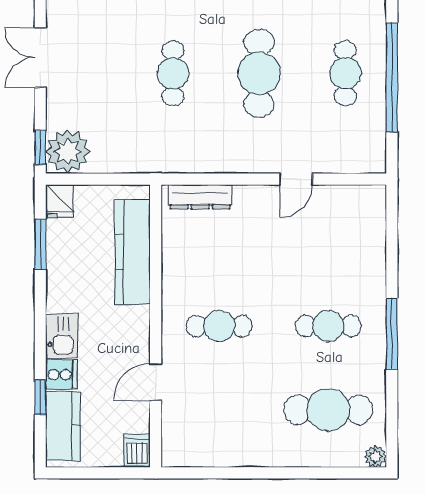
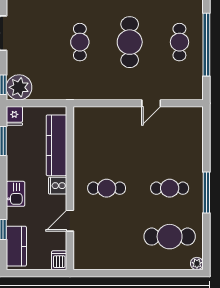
dresser: (200, 197) -> (96, 113), removed
cooker: (61, 375) -> (58, 186), moved, turned 180

